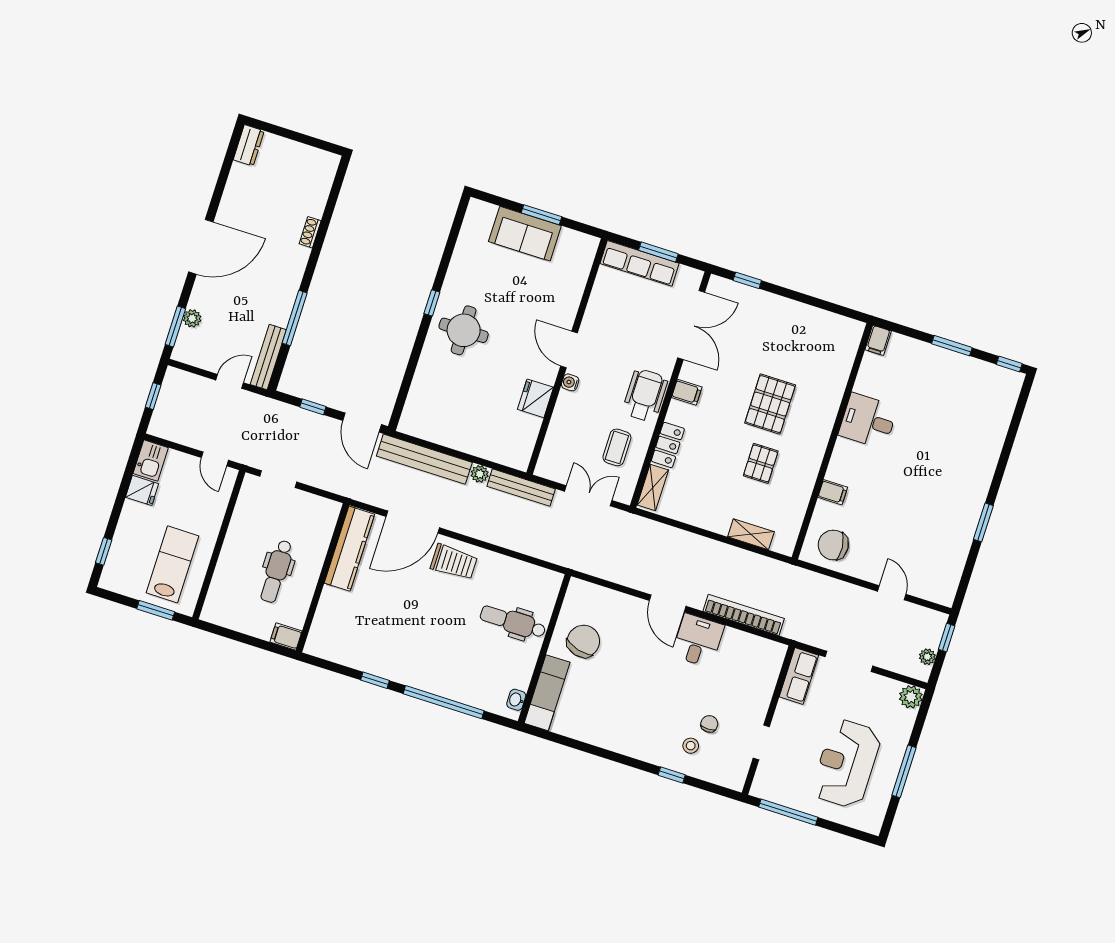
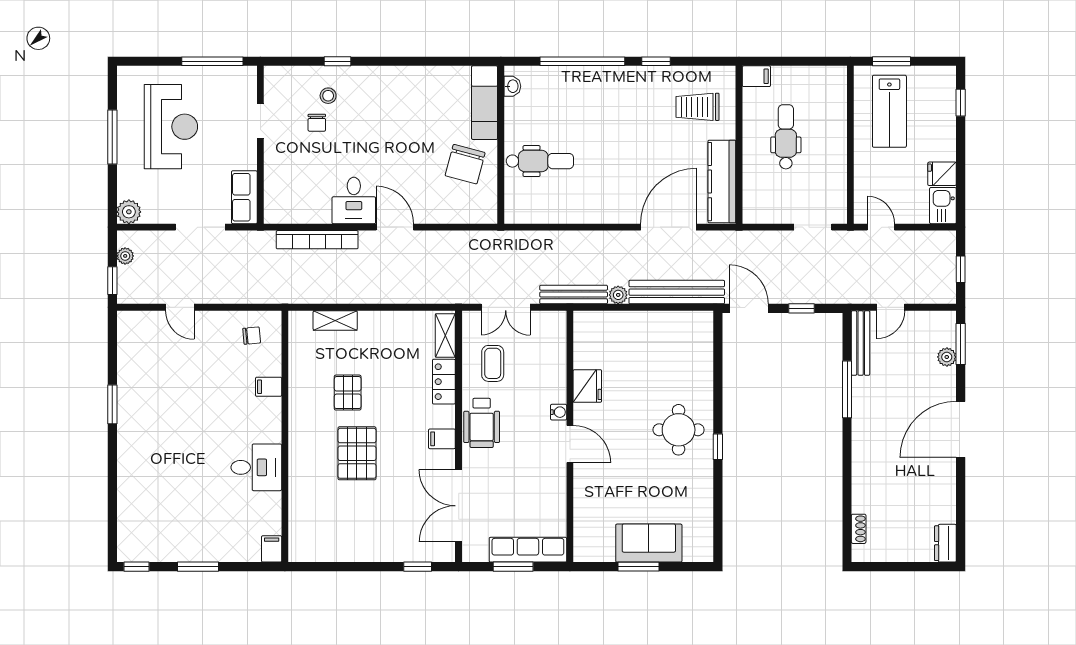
shoe rack: (310, 232) -> (859, 529), moved
chair: (833, 545) -> (252, 336), width x0.54, depth x0.54
trolley: (454, 562) -> (698, 107), moved

